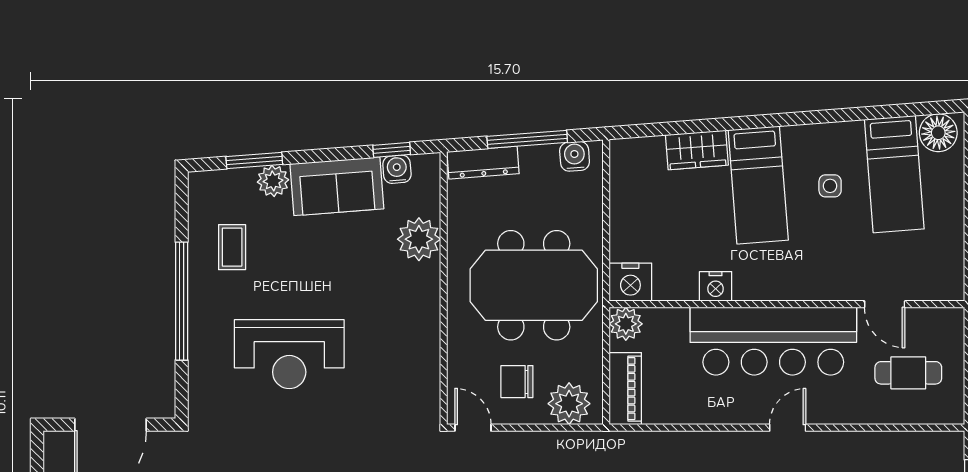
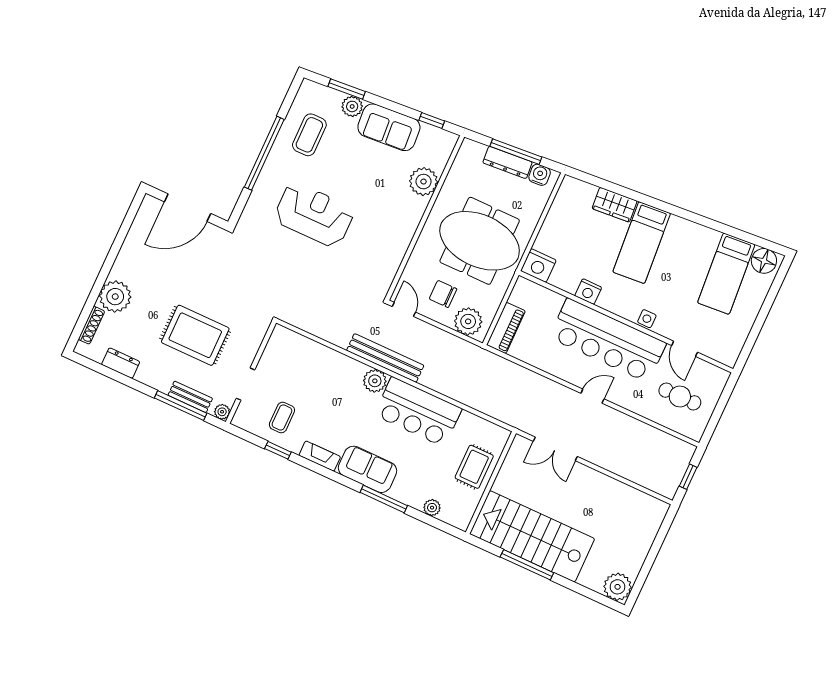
dresser: (483, 163) -> (508, 162), moved
water cooler: (397, 169) -> (430, 134), removed
side table: (830, 186) -> (647, 319), moved
coffee table: (232, 247) -> (309, 135), width x1.36, depth x1.30
plant: (626, 324) -> (524, 289), removed
reception desk: (289, 354) -> (314, 215), turned 180

